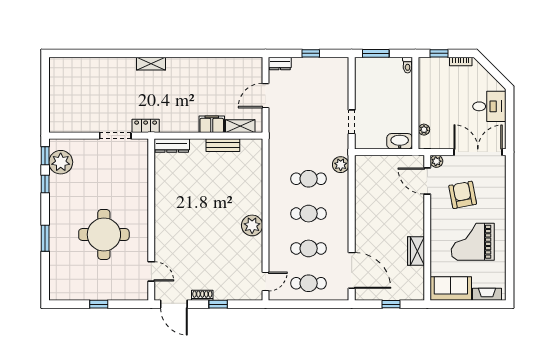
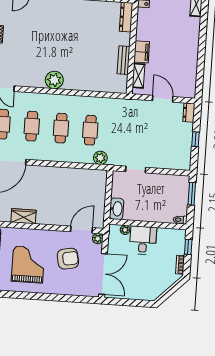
desk: (489, 106) -> (143, 240), moved, turned 180

